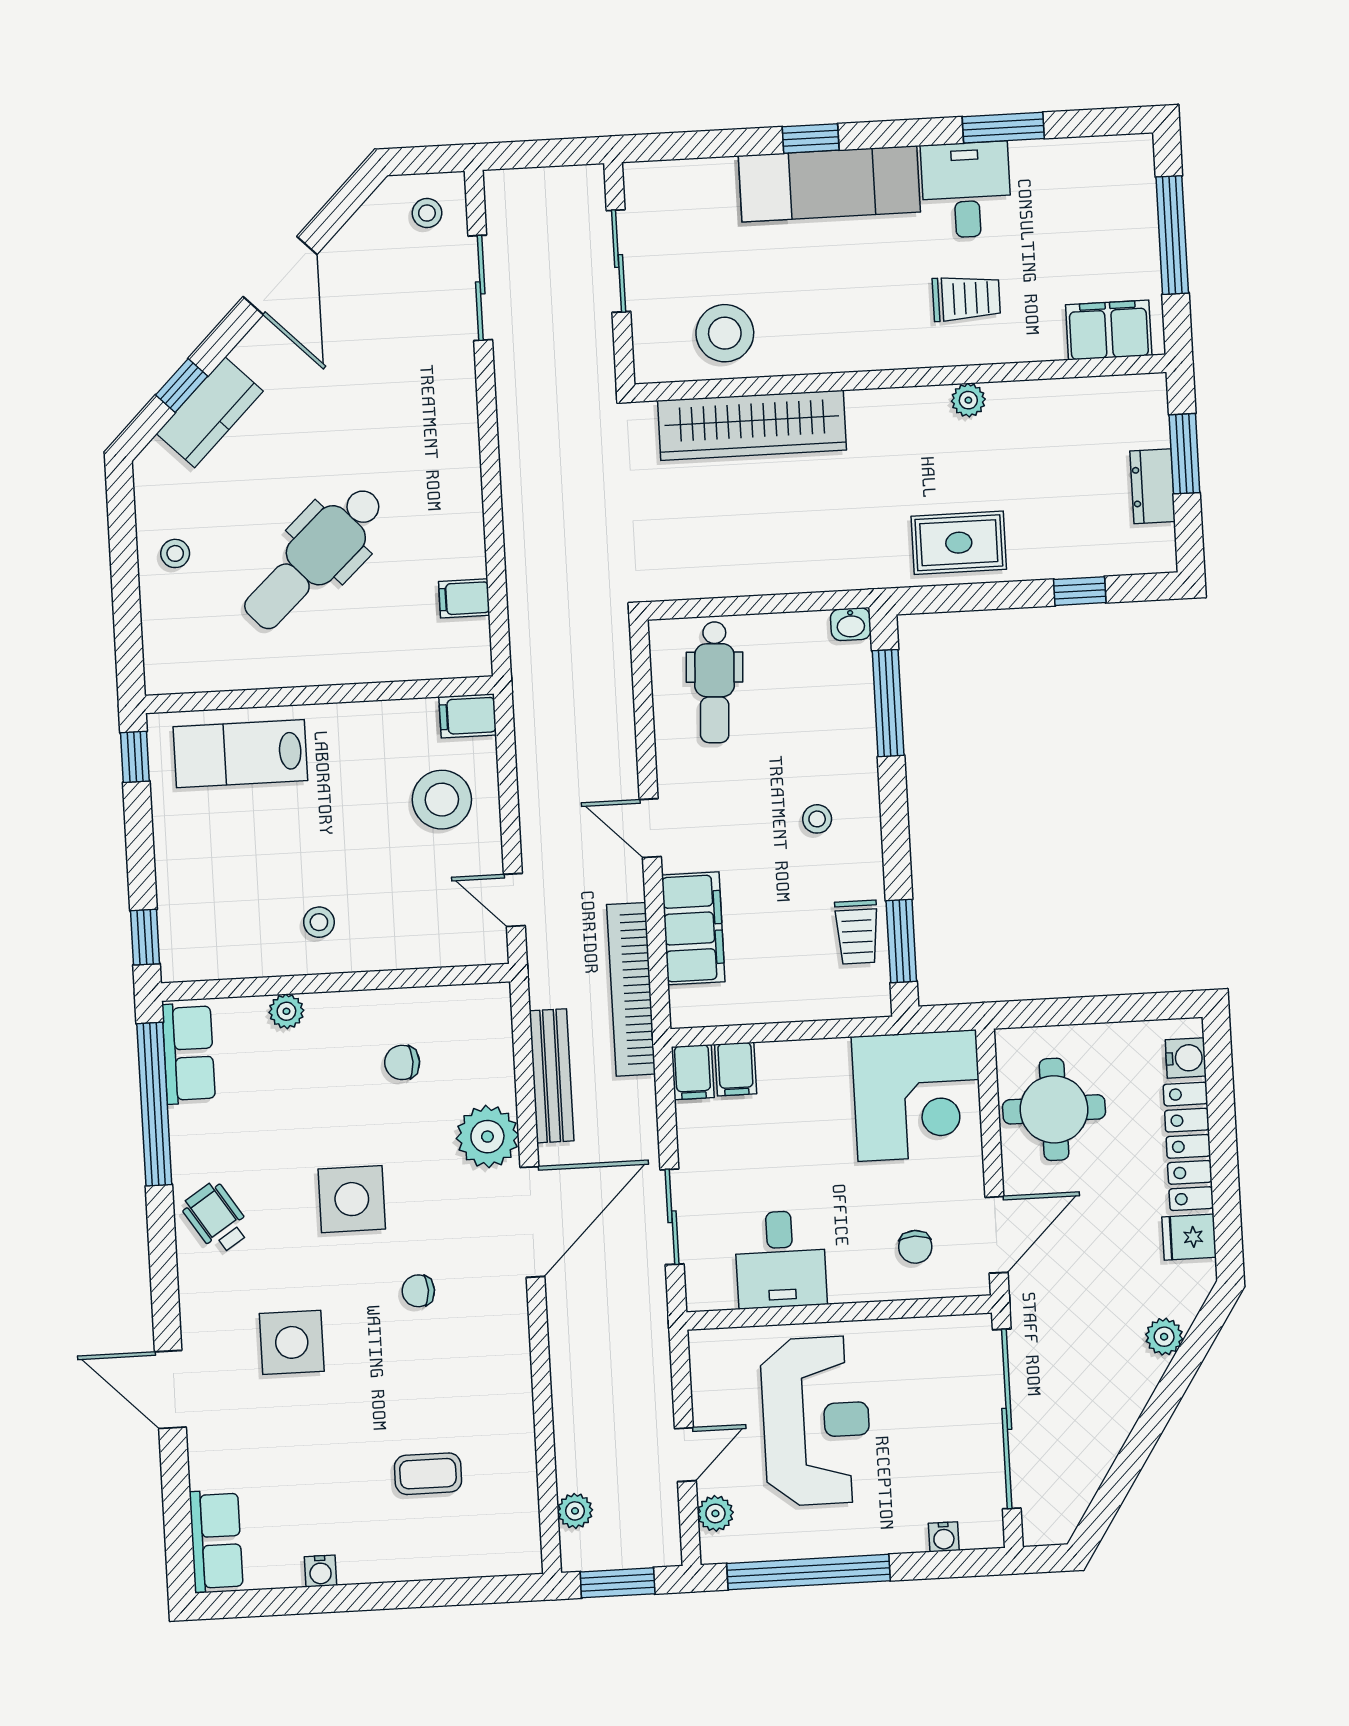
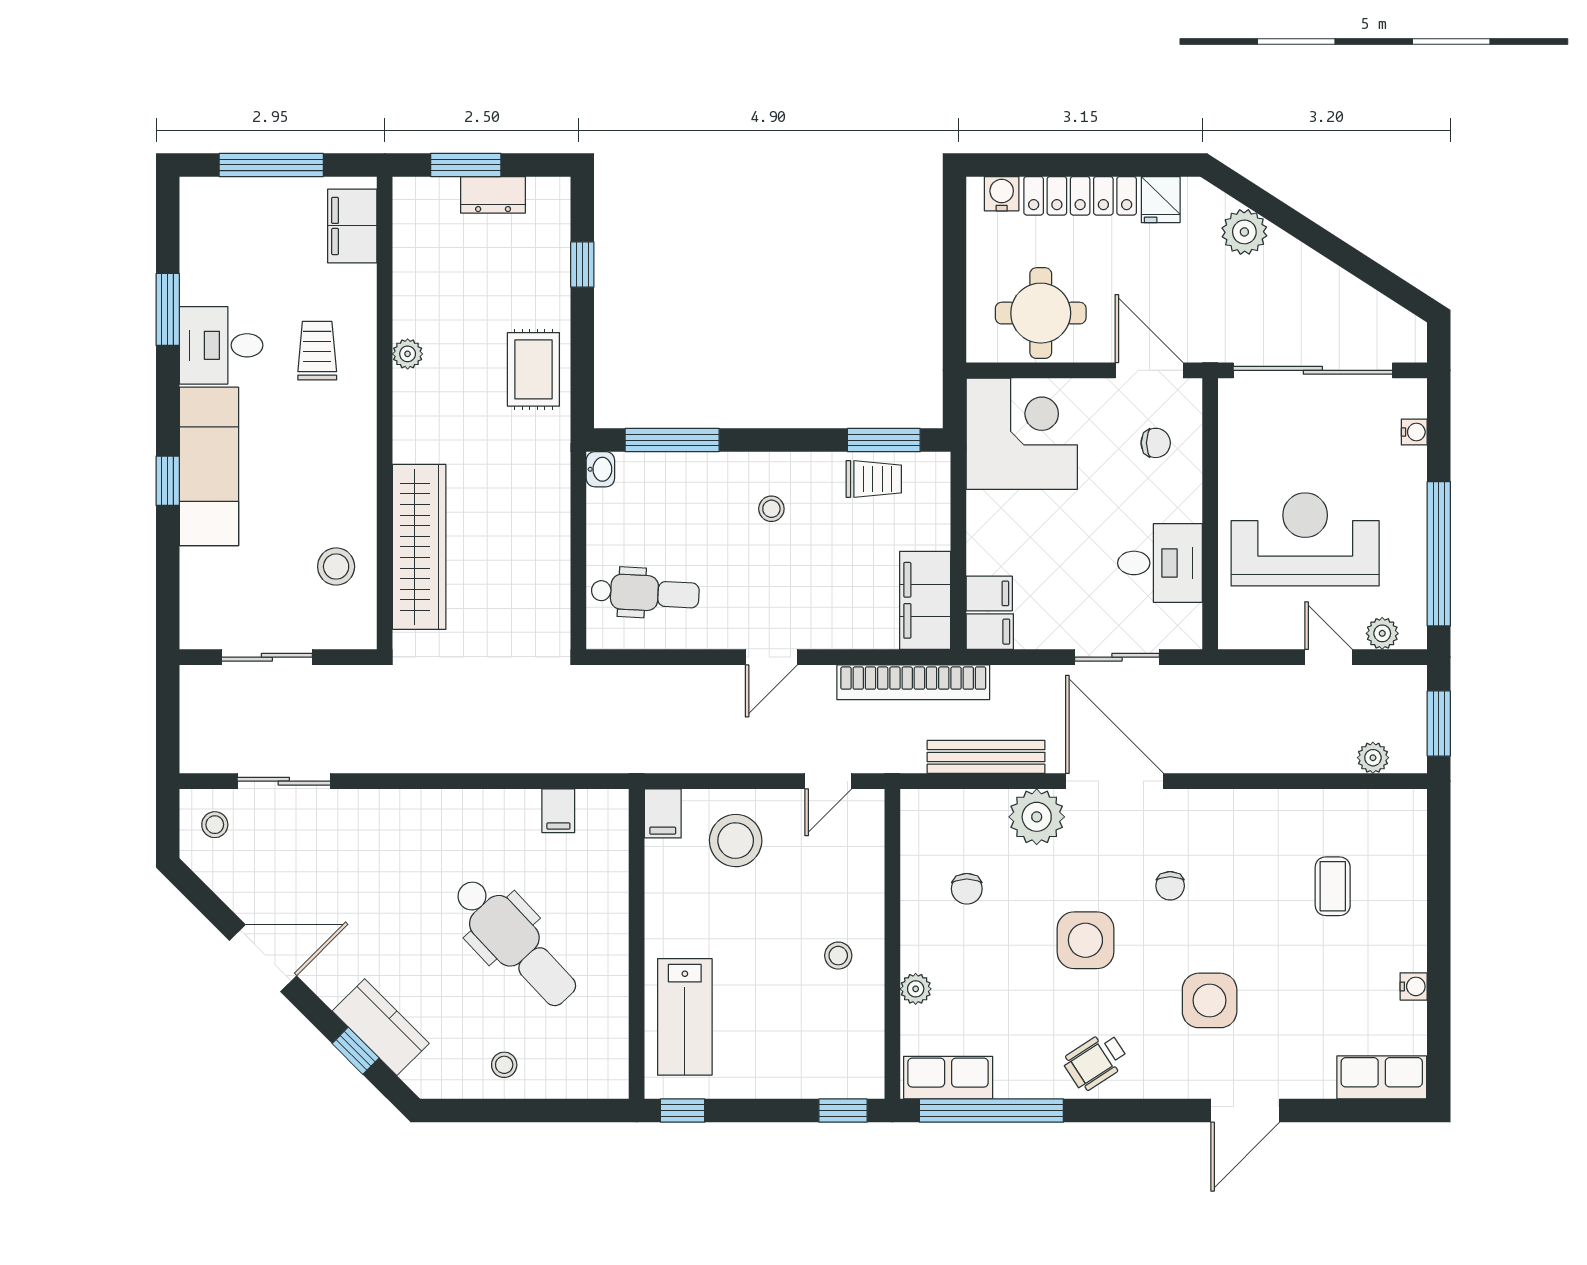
stool: (725, 333) -> (336, 567), width x0.73, depth x0.73
filing cabinet: (693, 928) -> (925, 600), moved, turned -90
plant: (1164, 1337) -> (1244, 232), width x1.38, depth x1.38

